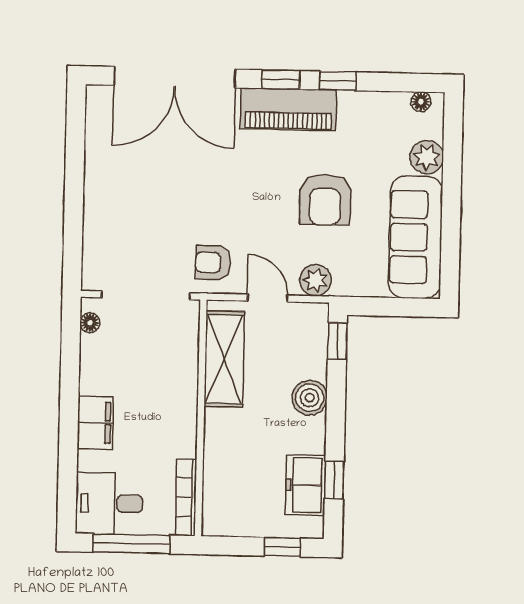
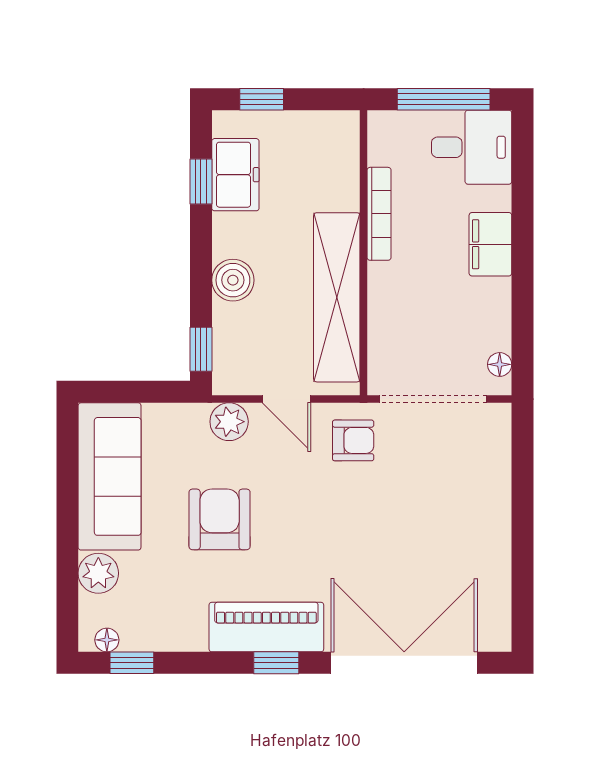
window: (338, 81) -> (132, 663), moved
shelving: (224, 359) -> (337, 297), width x1.47
bookcase: (186, 497) -> (379, 214), moved

